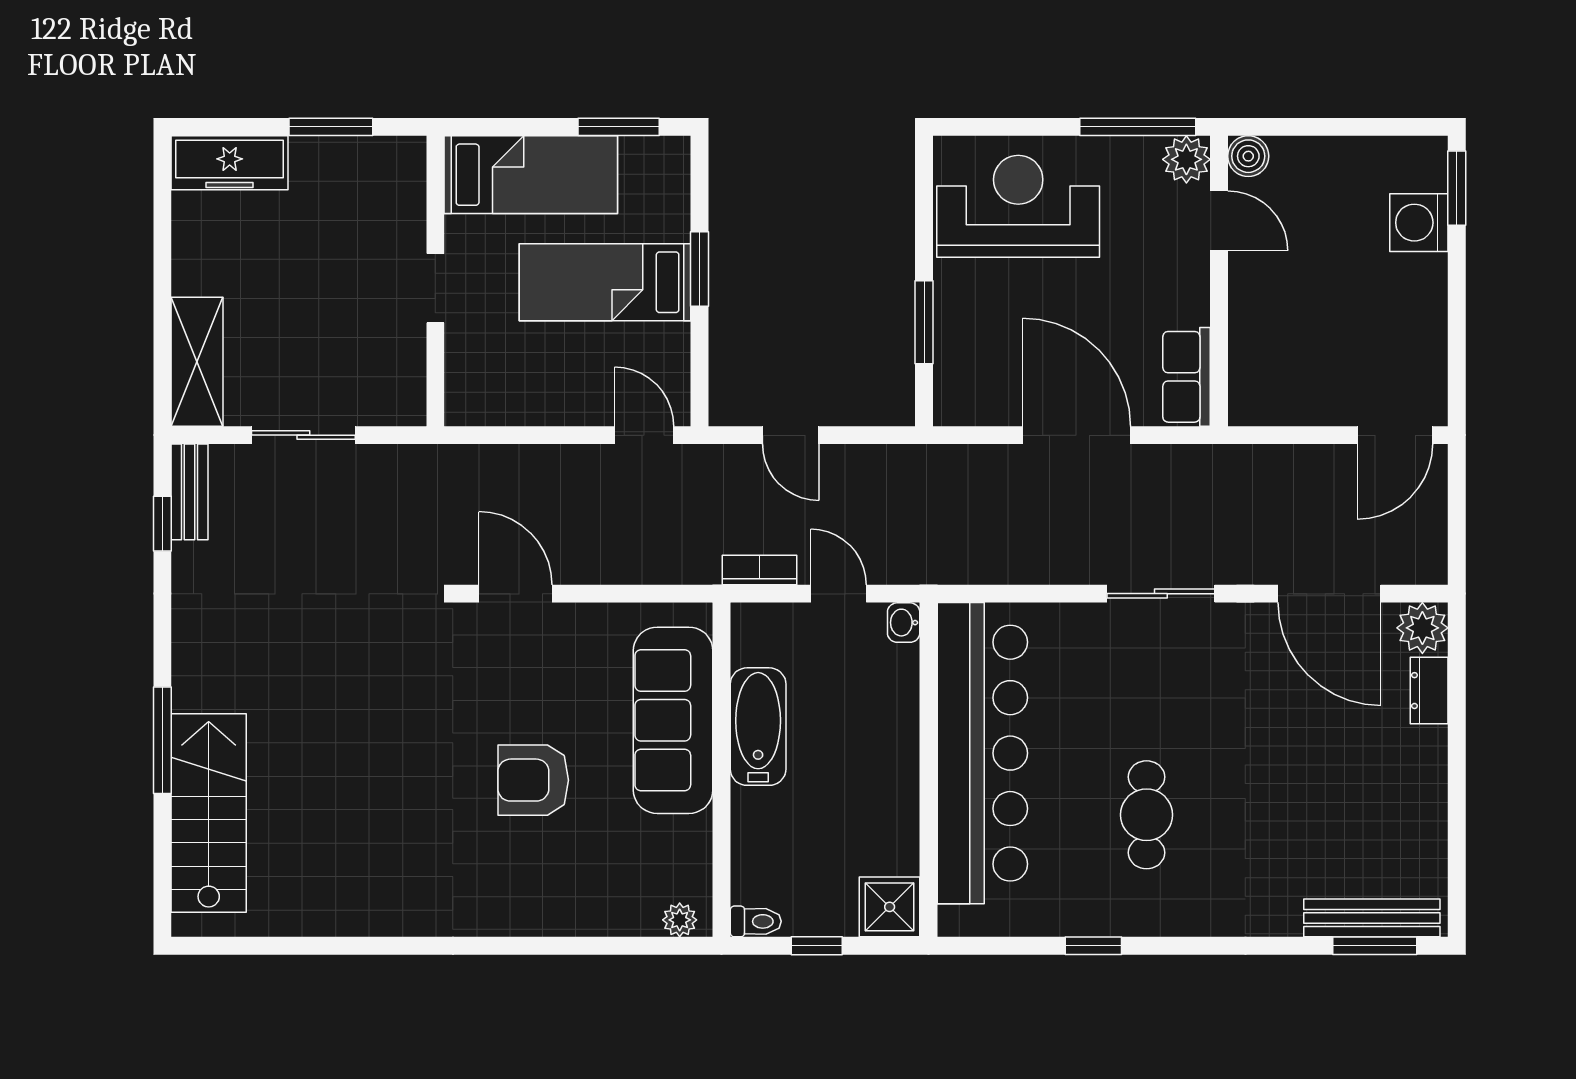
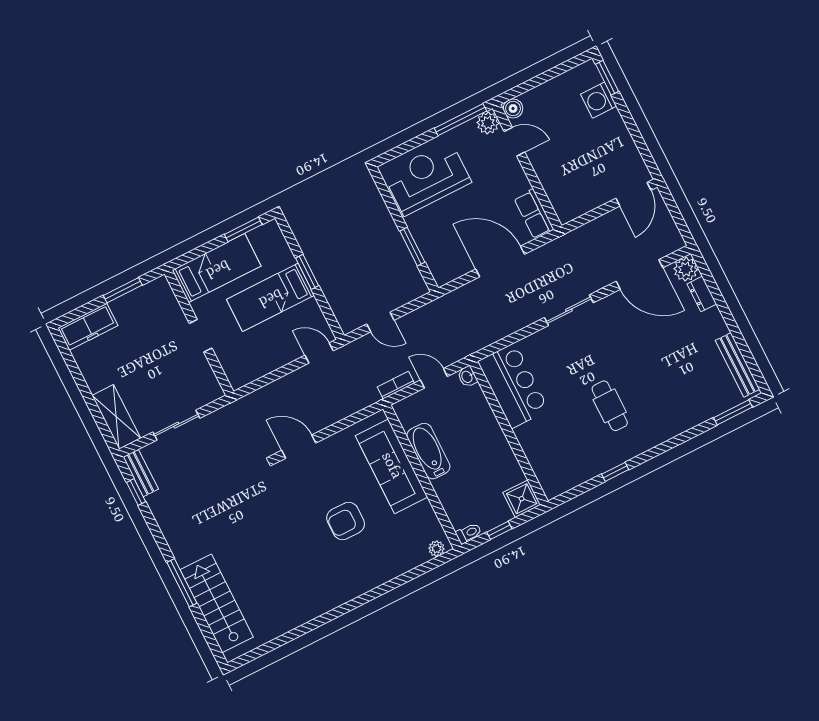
bar counter: (982, 753) -> (513, 386), width x0.54
bench: (1372, 918) -> (737, 365), moved, turned 90

